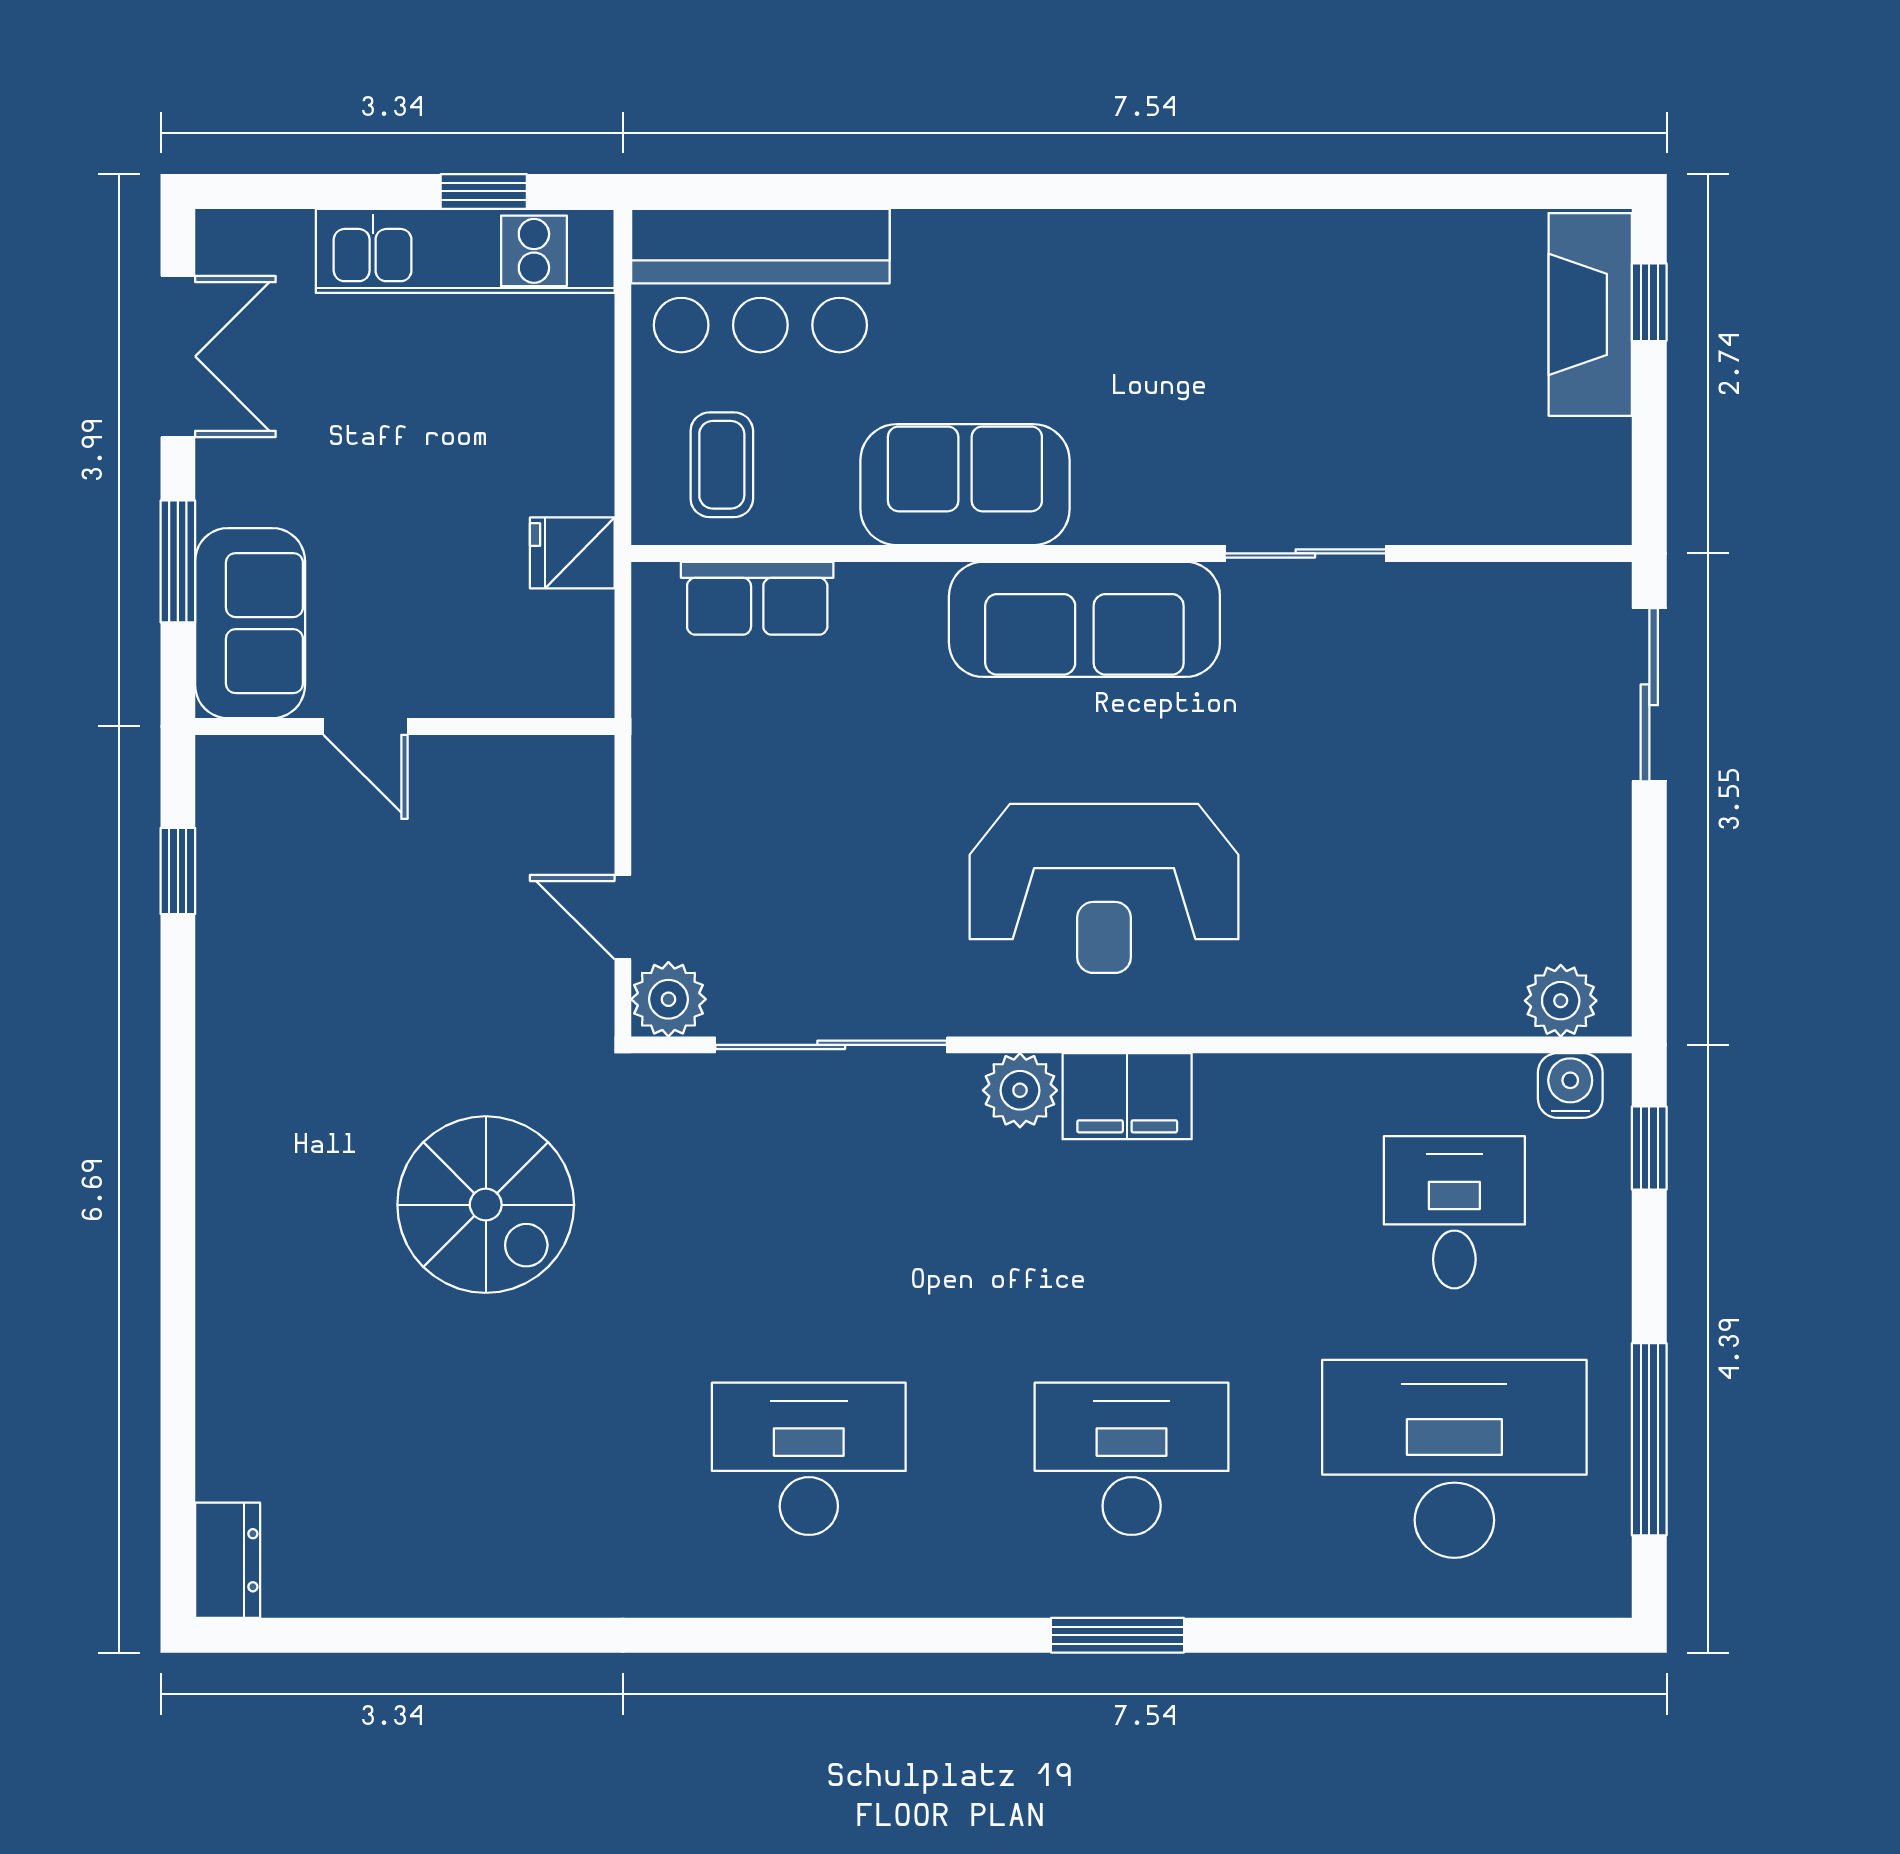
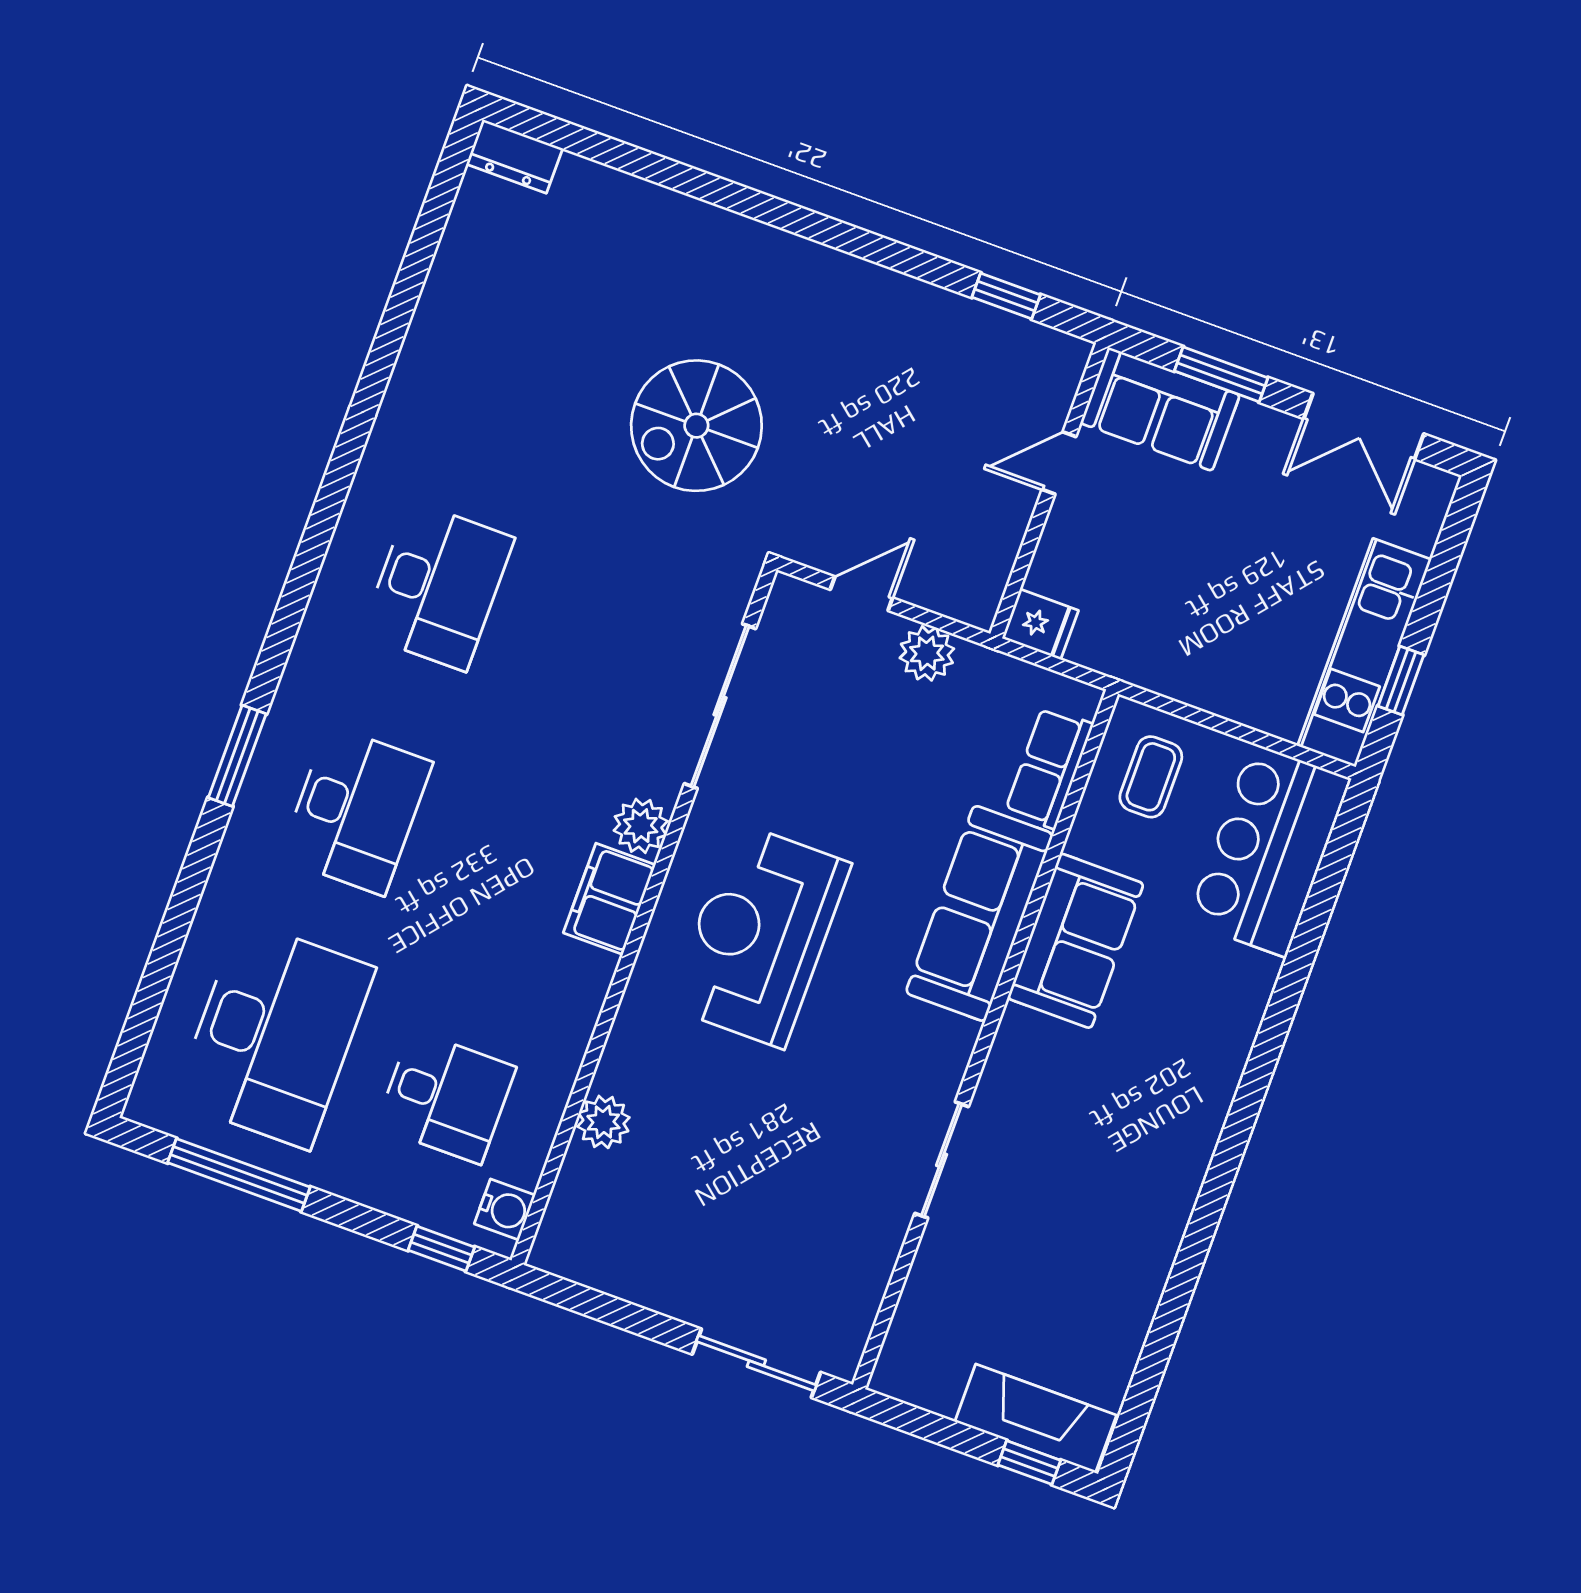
coffee table: (722, 465) -> (1151, 777), turned 90
fridge: (572, 553) -> (1040, 624), moved, turned 90
sofa: (1084, 619) -> (979, 913), moved
plant: (668, 999) -> (927, 653), moved
plant: (1561, 1001) -> (603, 1122), moved

